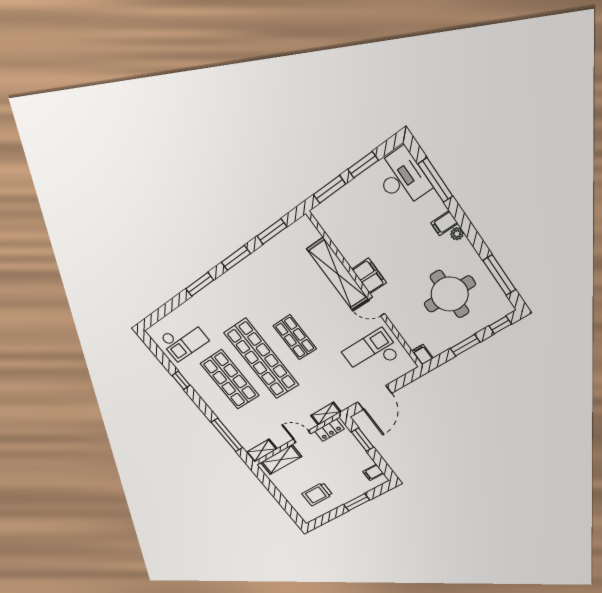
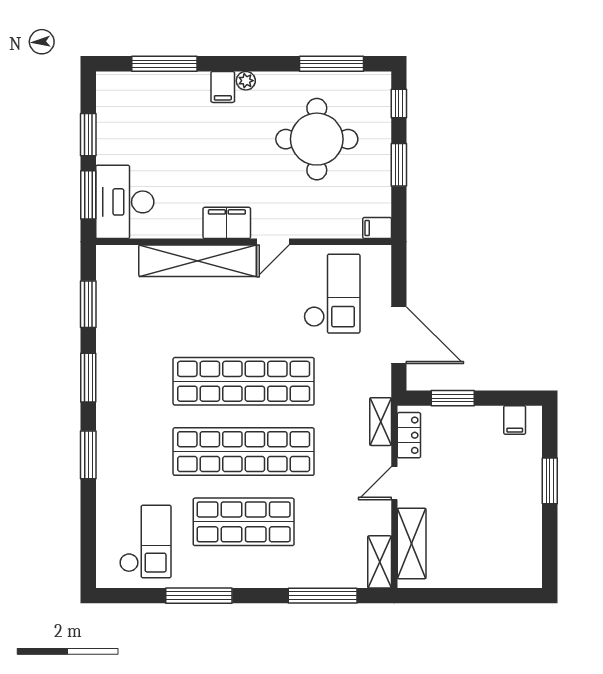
desk: (402, 178) -> (125, 202), moved, turned -90
shop shelf: (295, 337) -> (244, 381), width x2.00, depth x1.36
checkout: (371, 353) -> (332, 294), turned 180
window: (181, 380) -> (199, 596), width x2.17
trolley: (317, 494) -> (501, 532), removed

